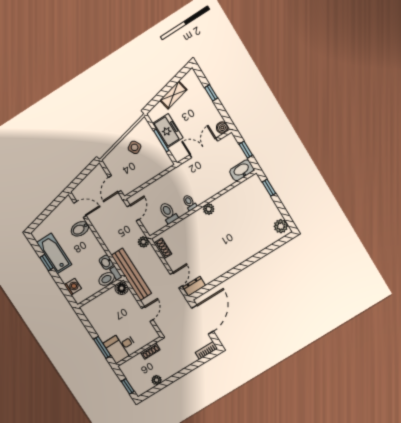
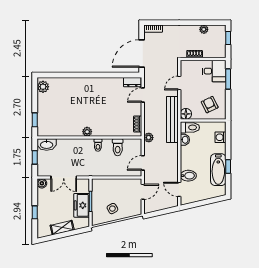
armchair: (104, 312) -> (210, 105), added

